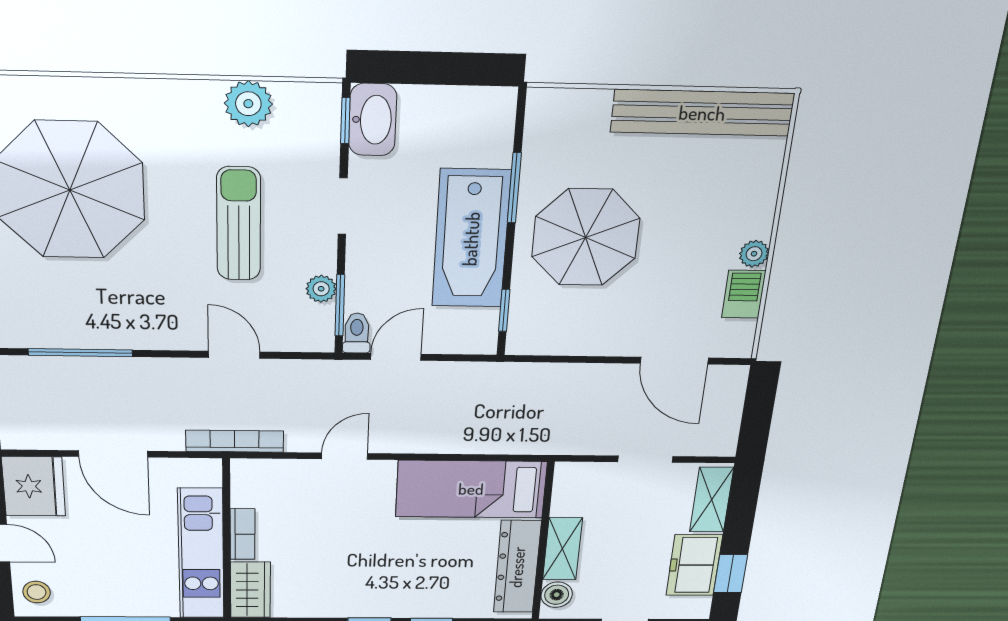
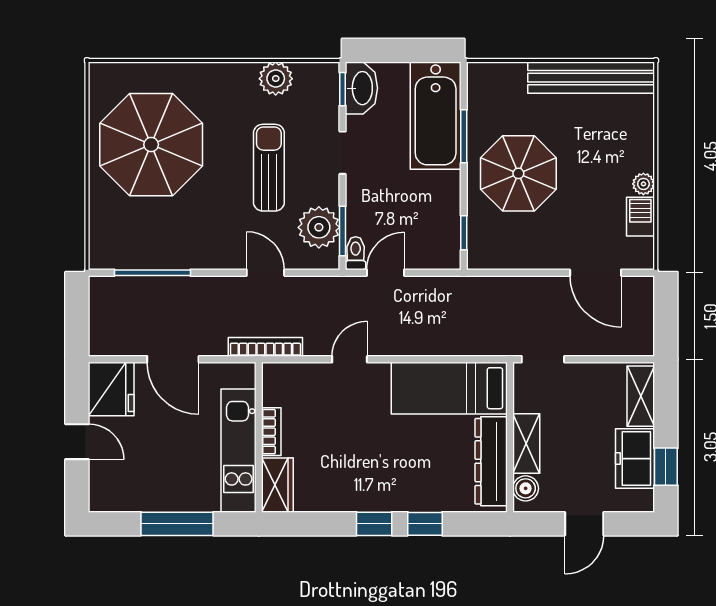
bathtub: (471, 239) -> (436, 116), moved
plant: (321, 289) -> (319, 227), width x1.87, depth x1.87
doorway: (645, 459) -> (543, 359), moved
stool: (37, 592) -> (108, 488), removed

